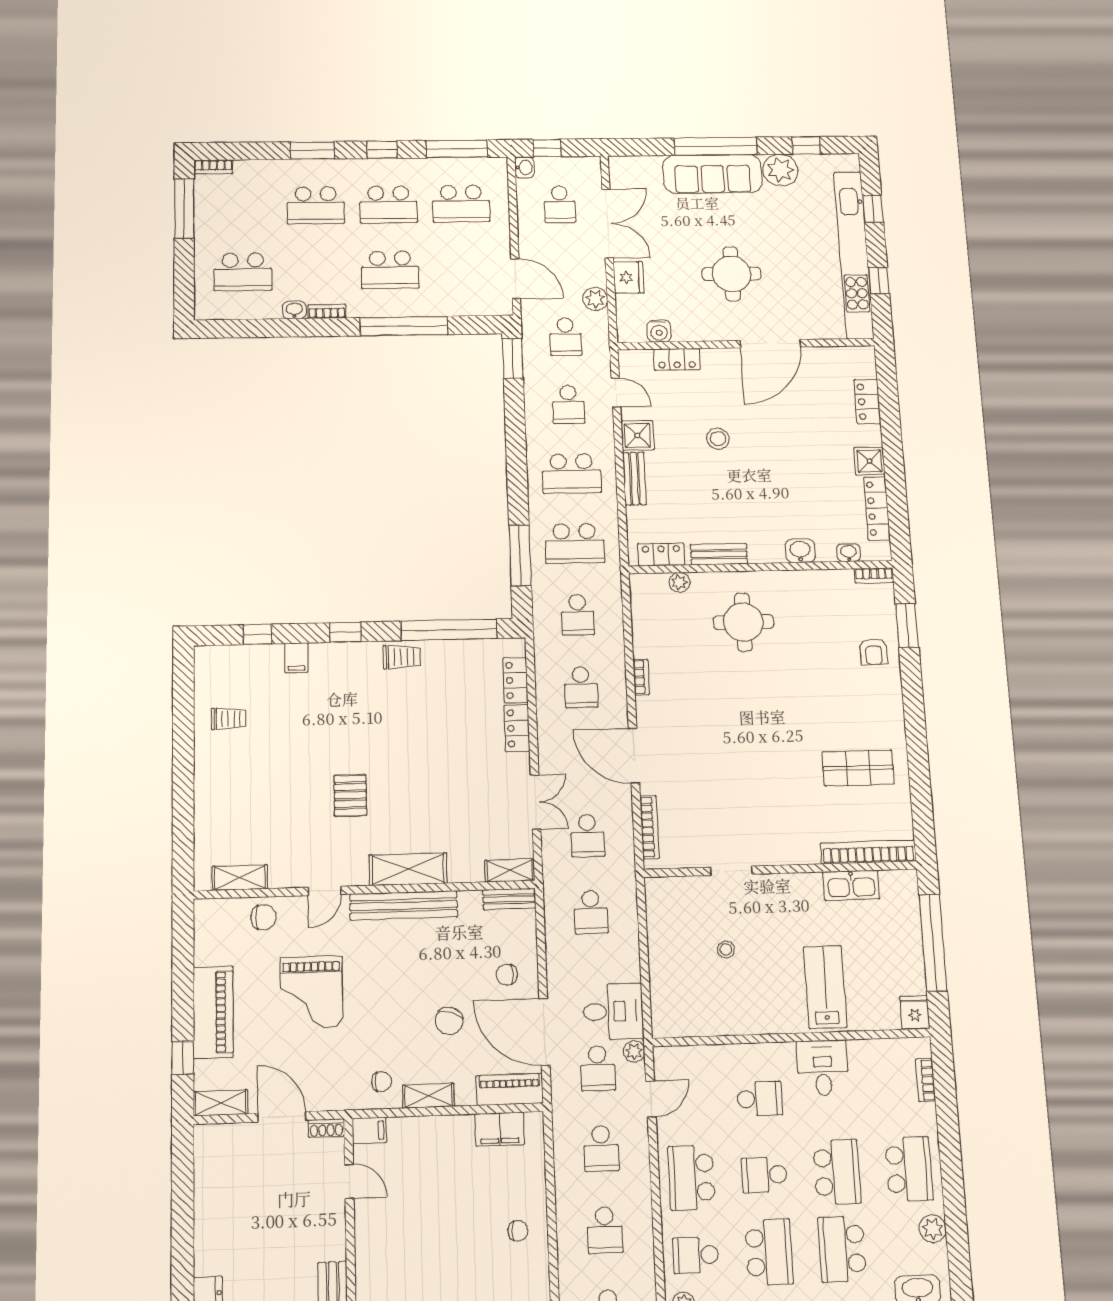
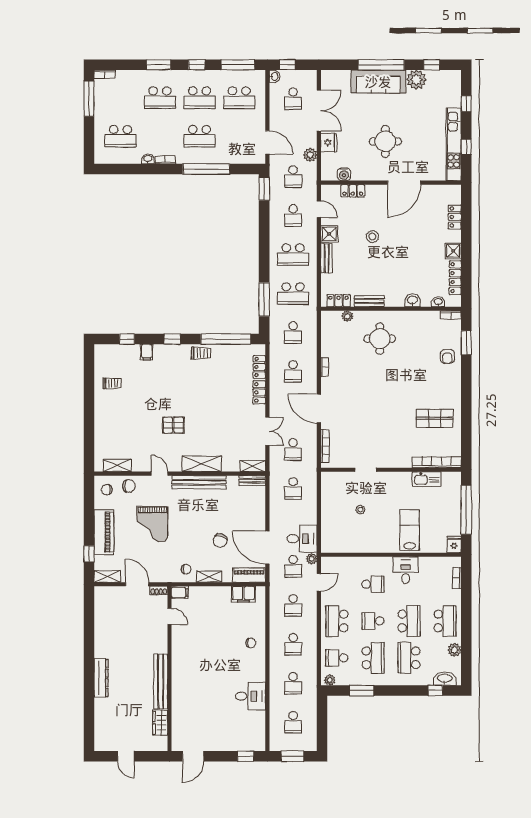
kitchen unit: (854, 255) -> (454, 144), width x0.73
pallet: (350, 795) -> (173, 425), turned 90
door: (325, 891) -> (160, 474), swing flipped
chair: (507, 975) -> (107, 490), moved

